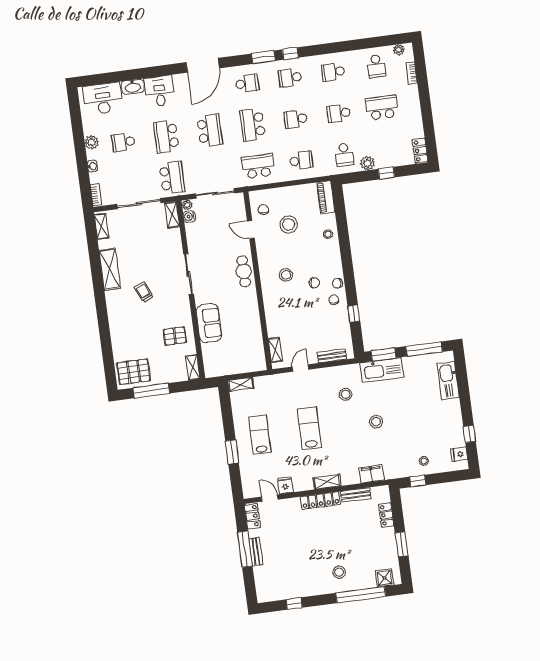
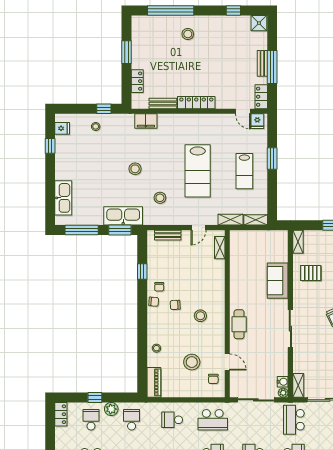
school desk: (387, 149) -> (91, 420), added
lab bench: (309, 428) -> (198, 171), width x1.36, depth x1.39
shelving: (327, 482) -> (230, 220), moved
fridge: (285, 485) -> (257, 121), moved
shower: (385, 578) -> (259, 23), moved

